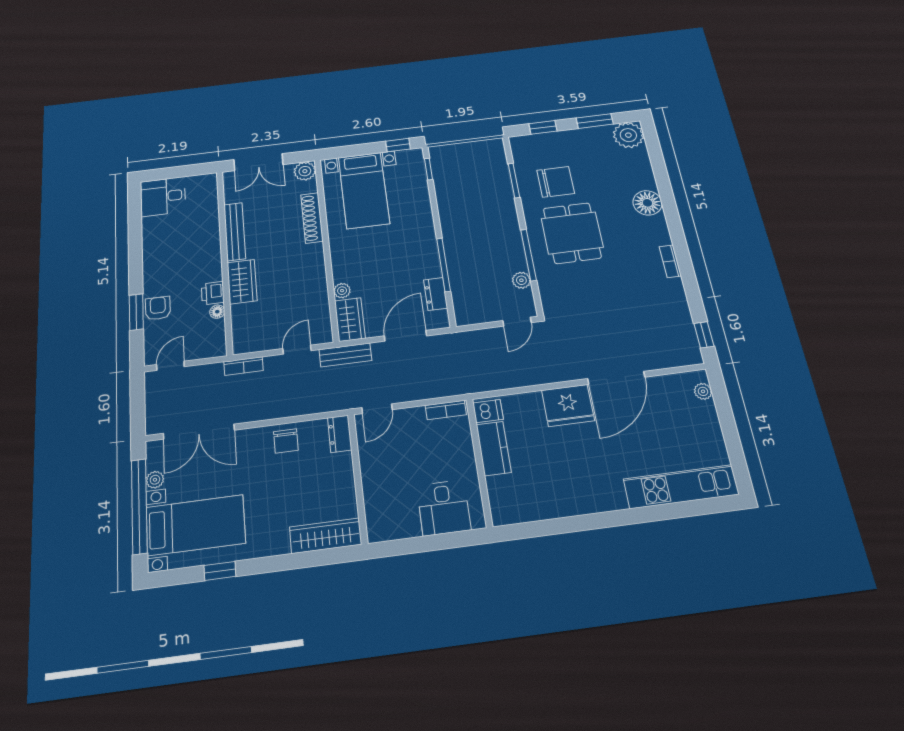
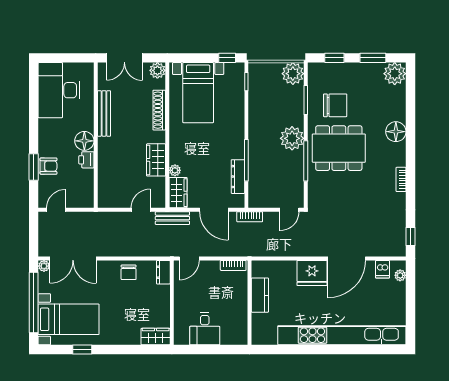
plant: (490, 152) -> (293, 74), added
desk: (163, 197) -> (59, 90), width x1.87, depth x1.30
dining table: (572, 233) -> (339, 148), width x1.38
plant: (521, 280) -> (292, 138), moved, width x1.88, depth x1.88
wardrobe: (242, 282) -> (156, 160), moved, turned 180
dresser: (436, 294) -> (238, 177), width x1.44
armchair: (158, 308) -> (48, 166), turned 90
floor lamp: (217, 312) -> (84, 141), moved, width x1.89, depth x1.89
door: (406, 336) -> (214, 210), swing flipped
bookcase: (244, 366) -> (250, 217), moved
dishwasher: (488, 411) -> (382, 269), moved, turned 90
plant: (155, 480) -> (44, 266), moved
kitchen unit: (681, 487) -> (342, 335), width x1.86
desk: (444, 508) -> (205, 329), moved
wardrobe: (326, 536) -> (156, 337), width x0.67

